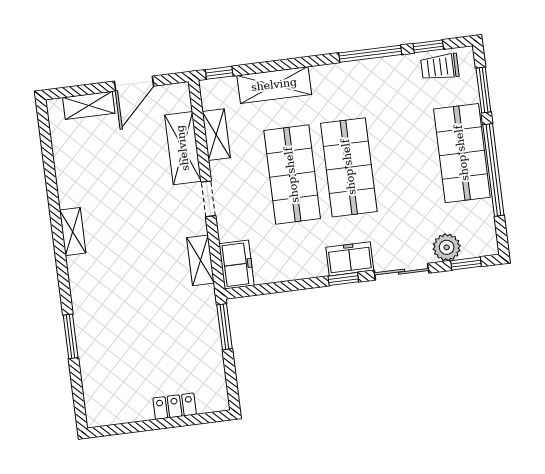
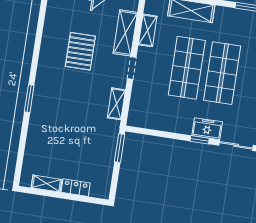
pallet: (122, 196) -> (80, 51), added
shelving: (73, 232) -> (47, 184), moved, turned 90
freezer: (237, 265) -> (138, 113), removed
window: (71, 336) -> (29, 99), moved

